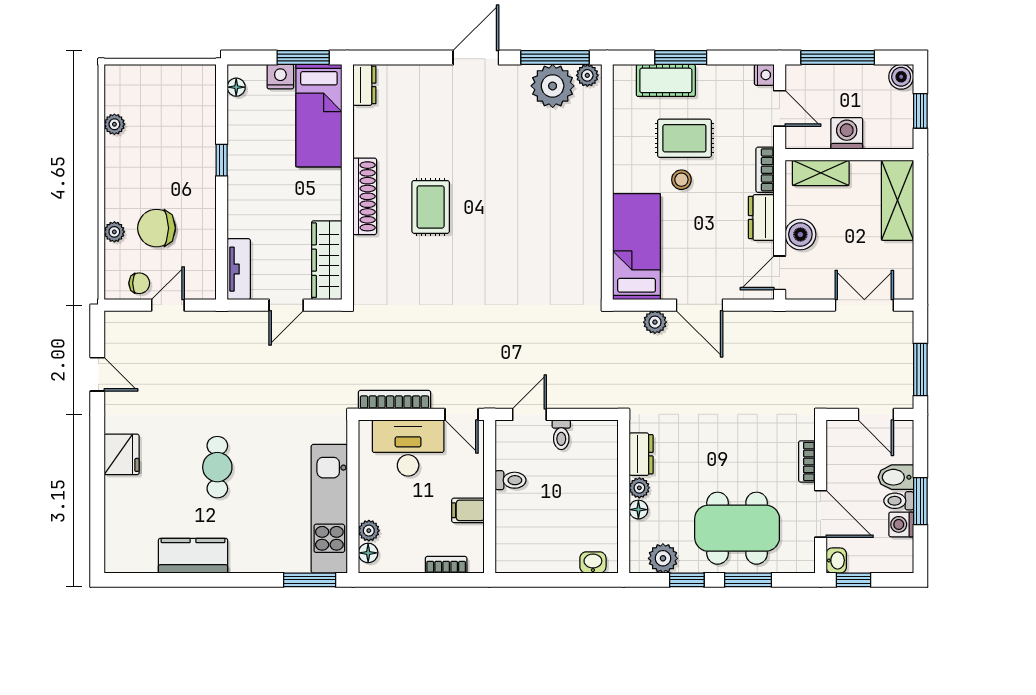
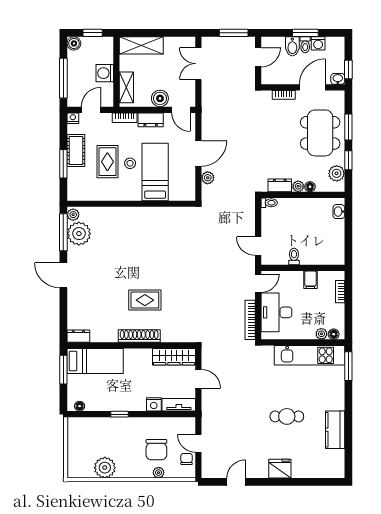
nightstand: (280, 77) -> (154, 404), moved, turned -90
cot: (666, 80) -> (76, 151), moved
plant: (114, 124) -> (105, 468), width x1.87, depth x1.87
bed: (637, 247) -> (155, 172), moved, turned 90
toilet: (561, 435) -> (269, 203), moved

